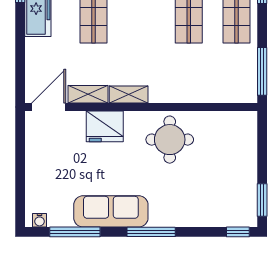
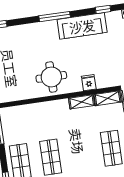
fridge: (105, 126) -> (89, 83), width x0.53, depth x0.75
window: (75, 232) -> (103, 9), width x0.46

